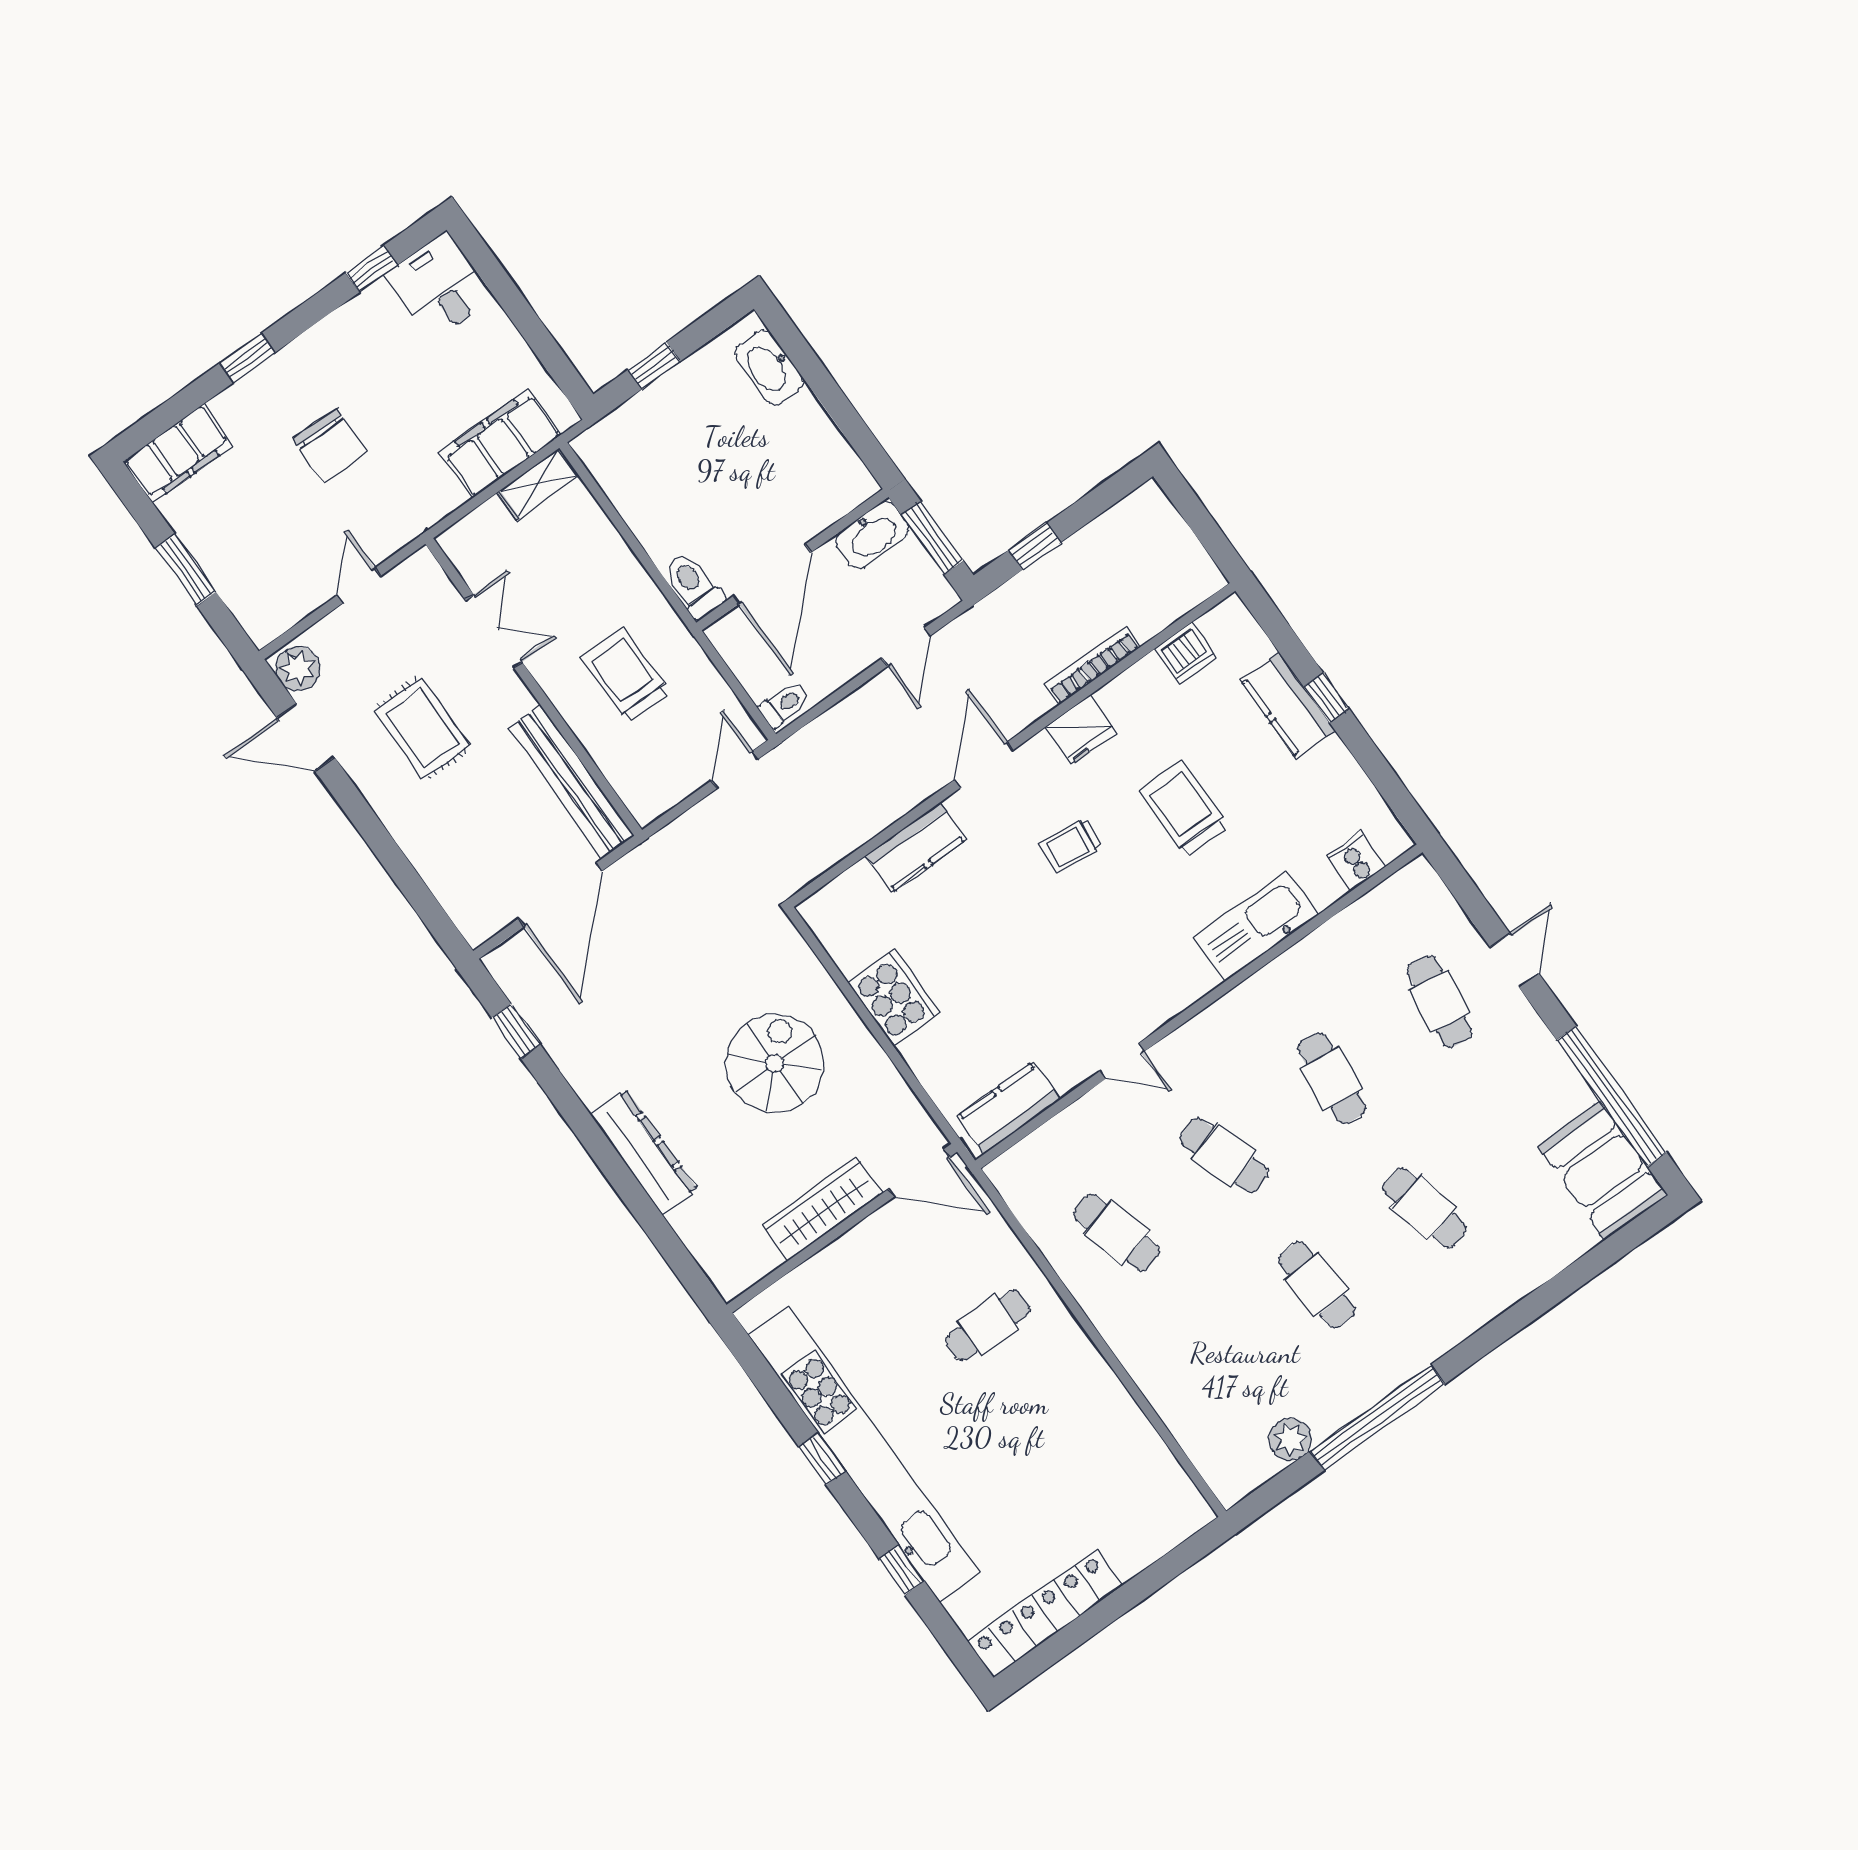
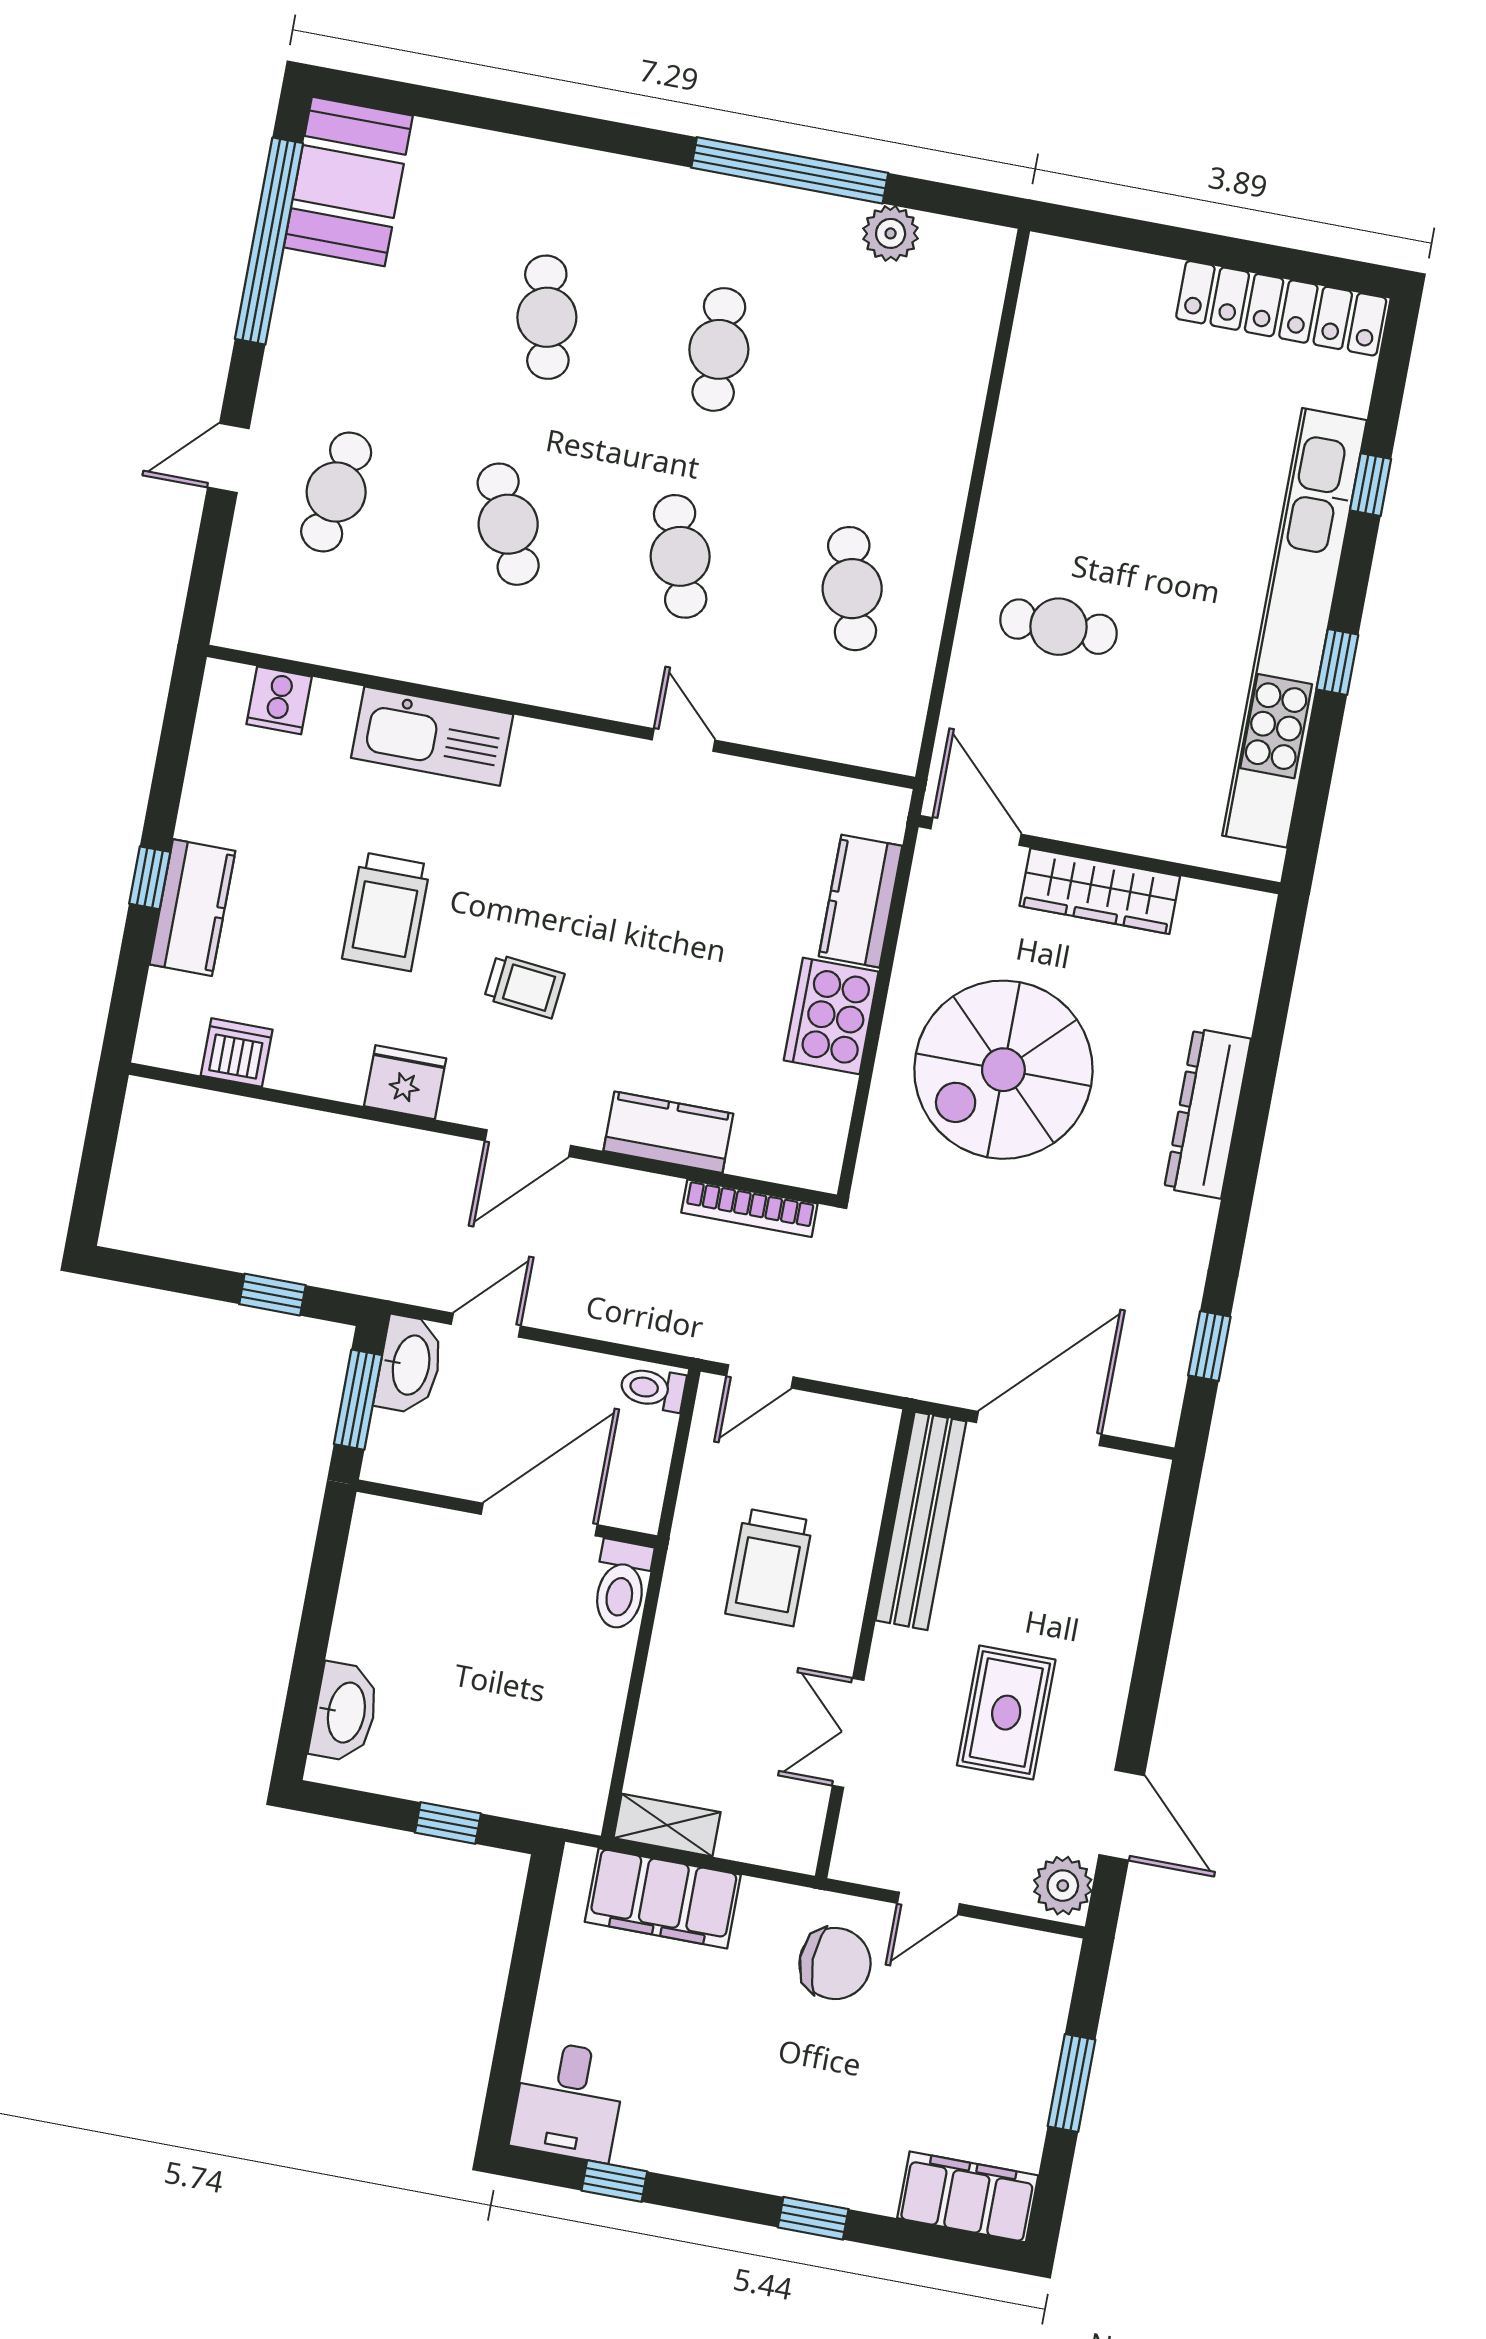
chair: (330, 445) -> (835, 1963), moved, turned 90
washbasin: (872, 535) -> (409, 1365), moved, turned 90
bookcase: (1092, 666) -> (749, 1208), moved
spiral stairs: (775, 1063) -> (1003, 1070), width x1.37, depth x1.37
cafe table: (1332, 1078) -> (508, 524), turned -30
kitchen counter: (1009, 1108) -> (860, 901), moved, turned 90

